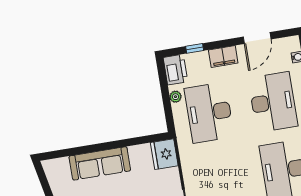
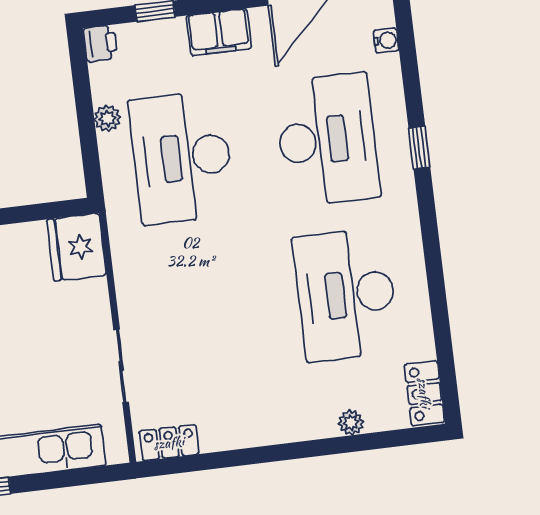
printer: (175, 70) -> (100, 43), width x0.53, depth x0.68

